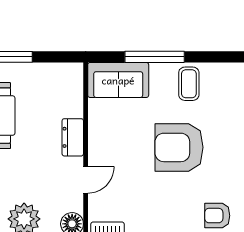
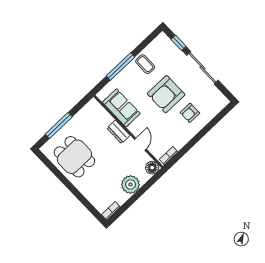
sofa: (118, 80) -> (121, 108), moved, turned -90
armchair: (217, 216) -> (190, 113), moved

